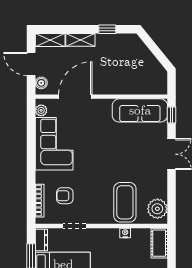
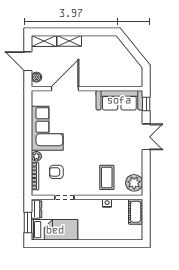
window: (107, 29) -> (92, 32), removed
plant: (41, 110) -> (36, 156), moved
coffee table: (125, 202) -> (107, 177), width x0.73, depth x0.76

